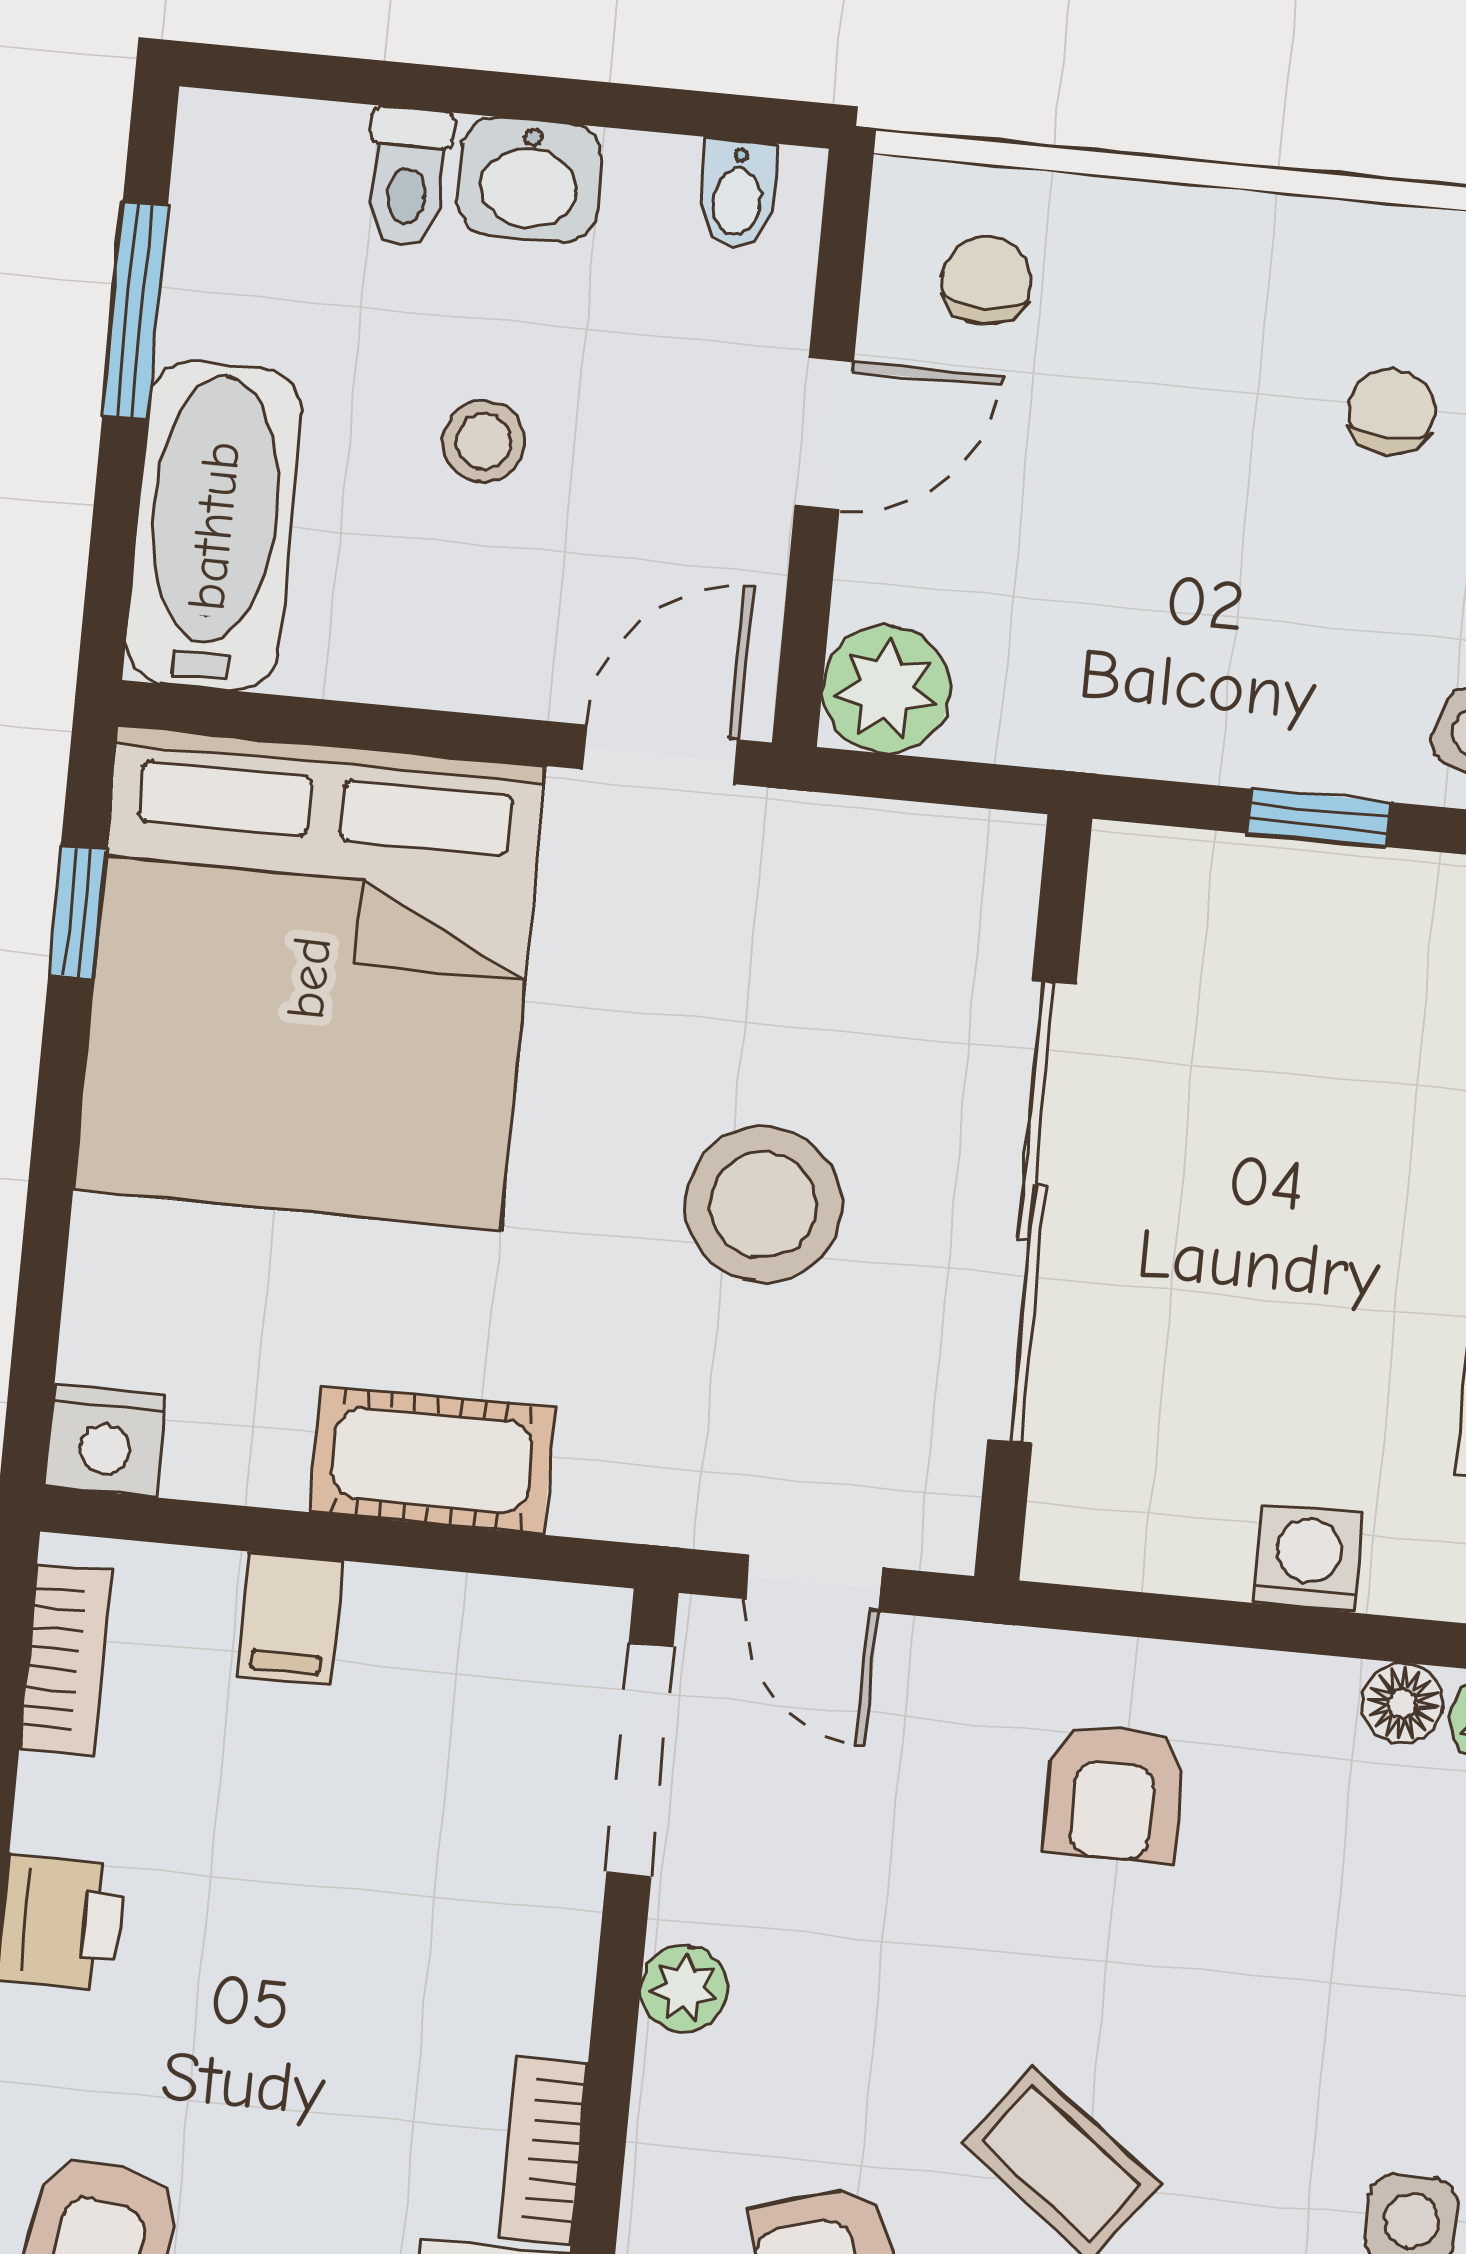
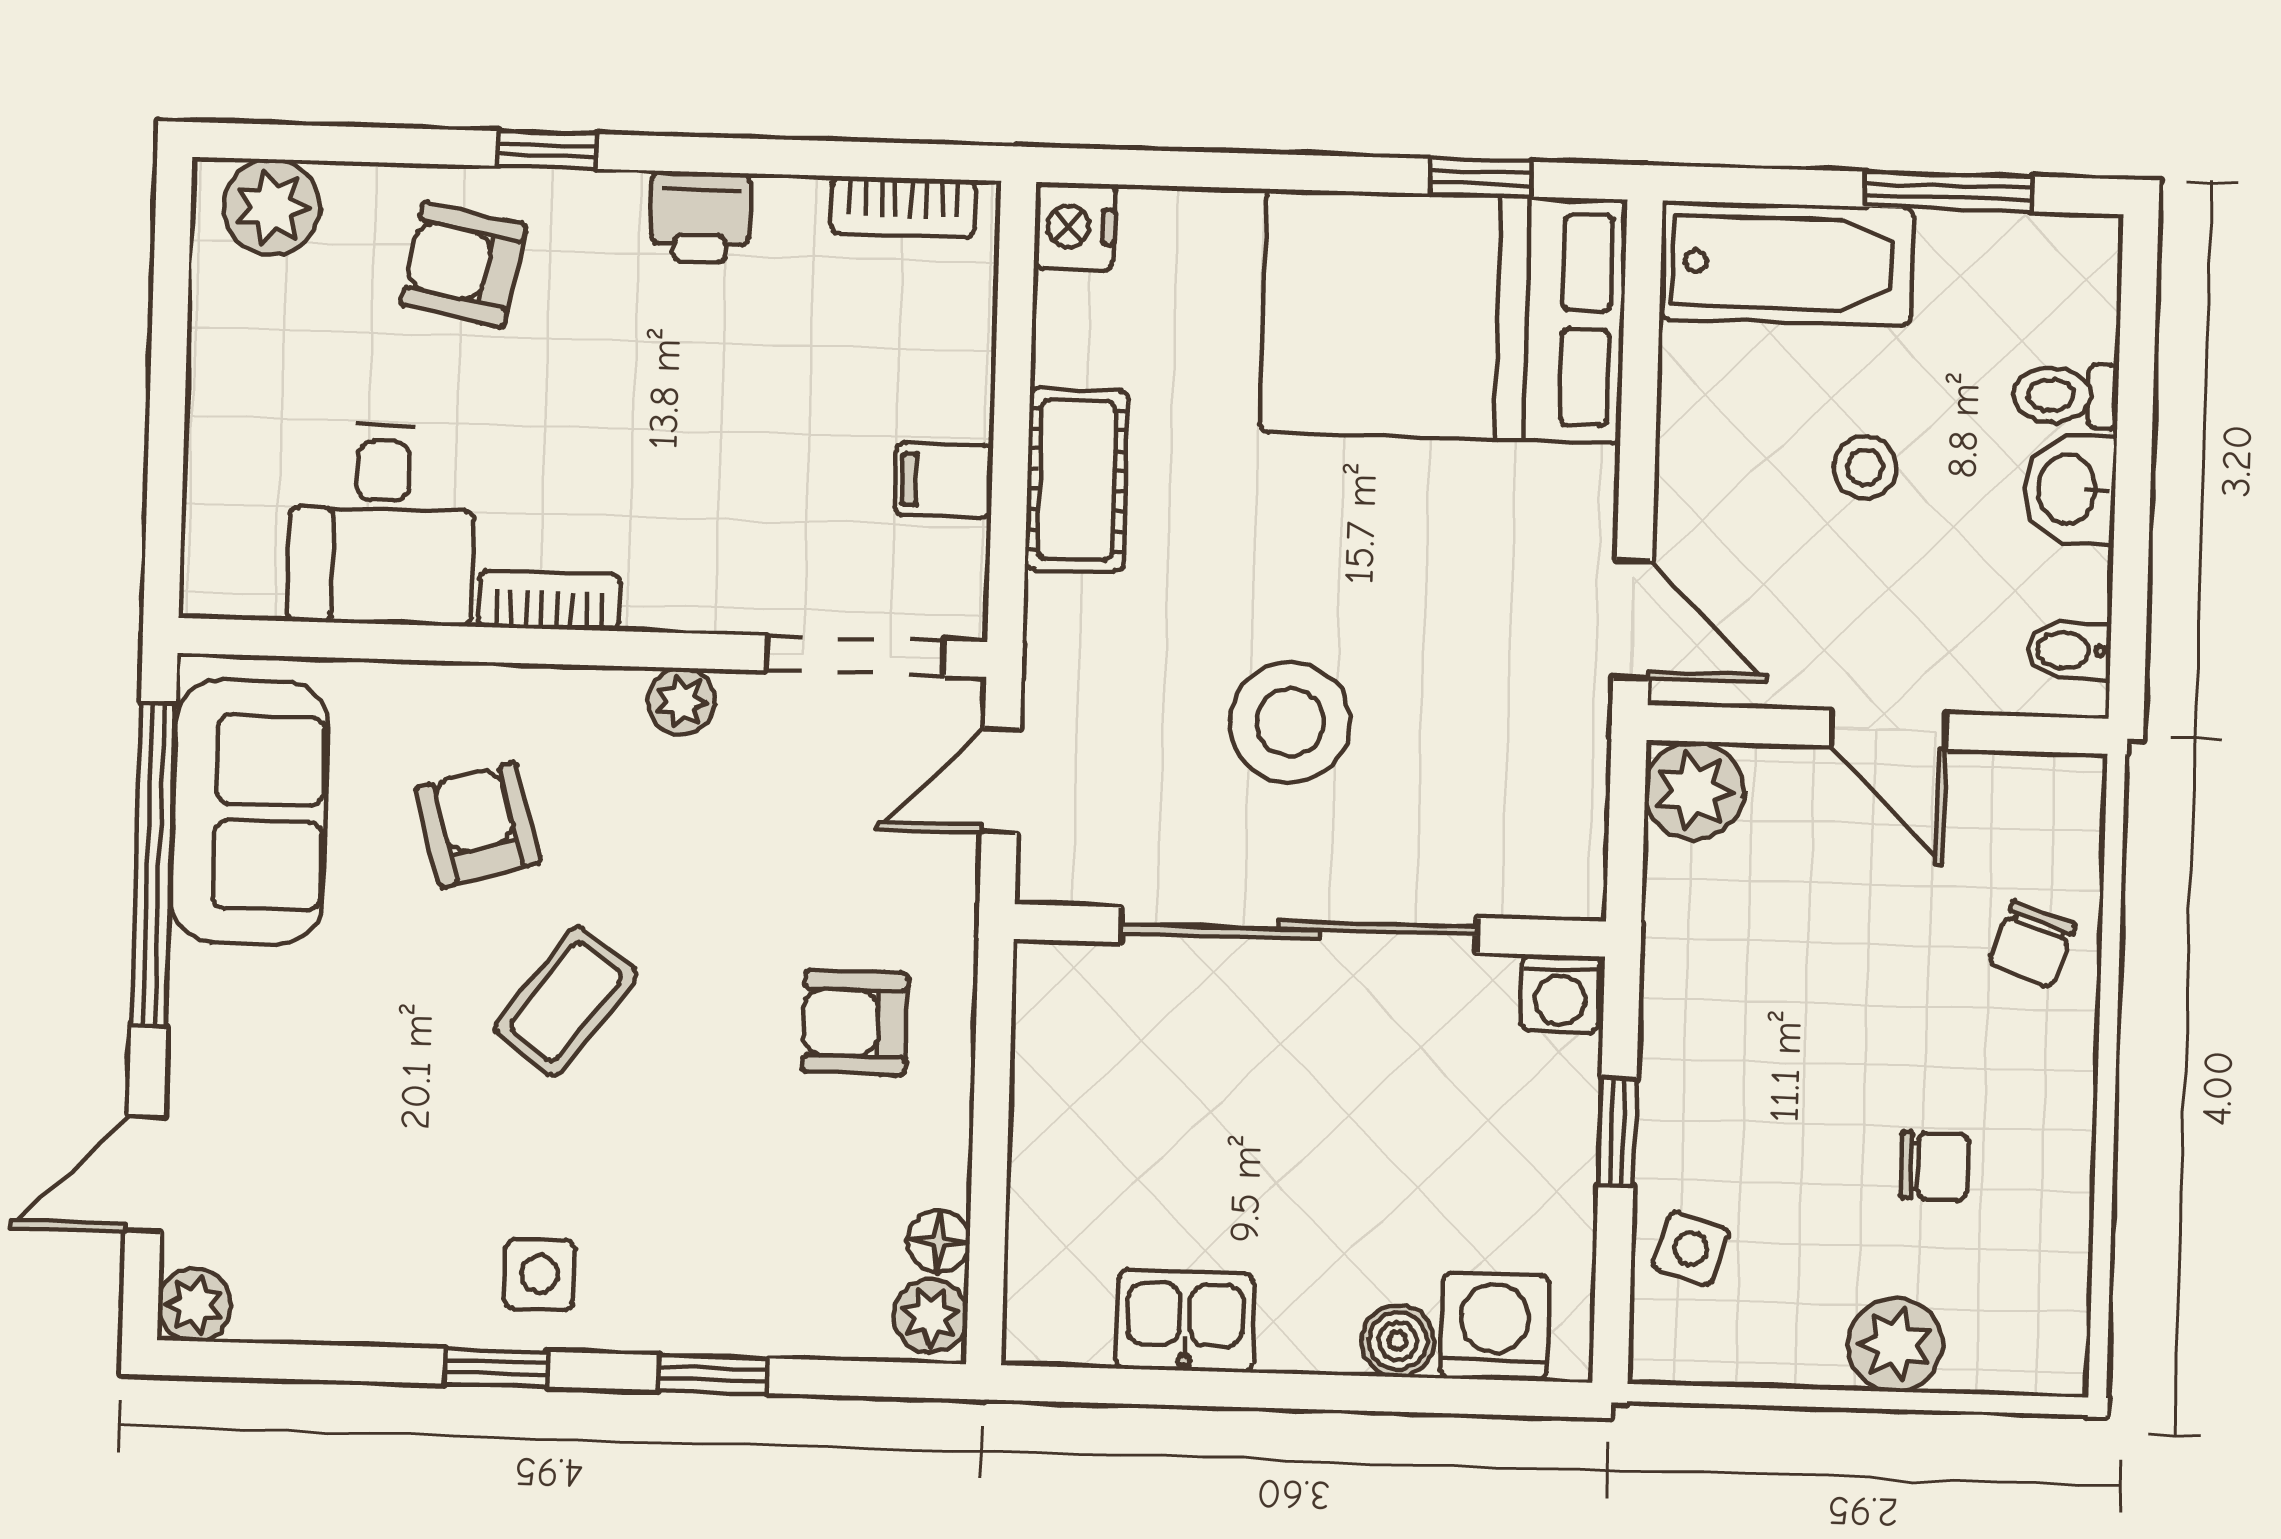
chair: (987, 281) -> (2032, 944), moved, turned 110
bed: (309, 978) -> (1444, 316), width x0.73
washing machine: (1308, 1558) -> (1560, 994), moved, turned 90
filing cabinet: (290, 1619) -> (944, 480), moved

